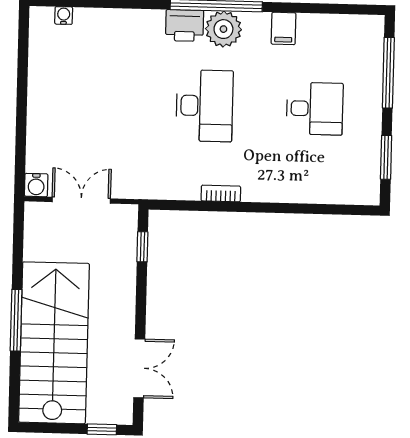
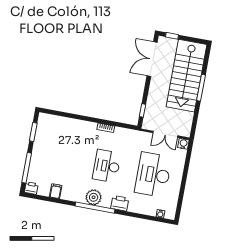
printer: (185, 25) -> (120, 203), moved
filing cabinet: (284, 28) -> (56, 191), moved
printer: (370, 28) -> (31, 188), added
desk: (315, 109) -> (153, 175), moved, width x1.87, depth x1.30
double door: (139, 368) -> (152, 59), width x1.37

